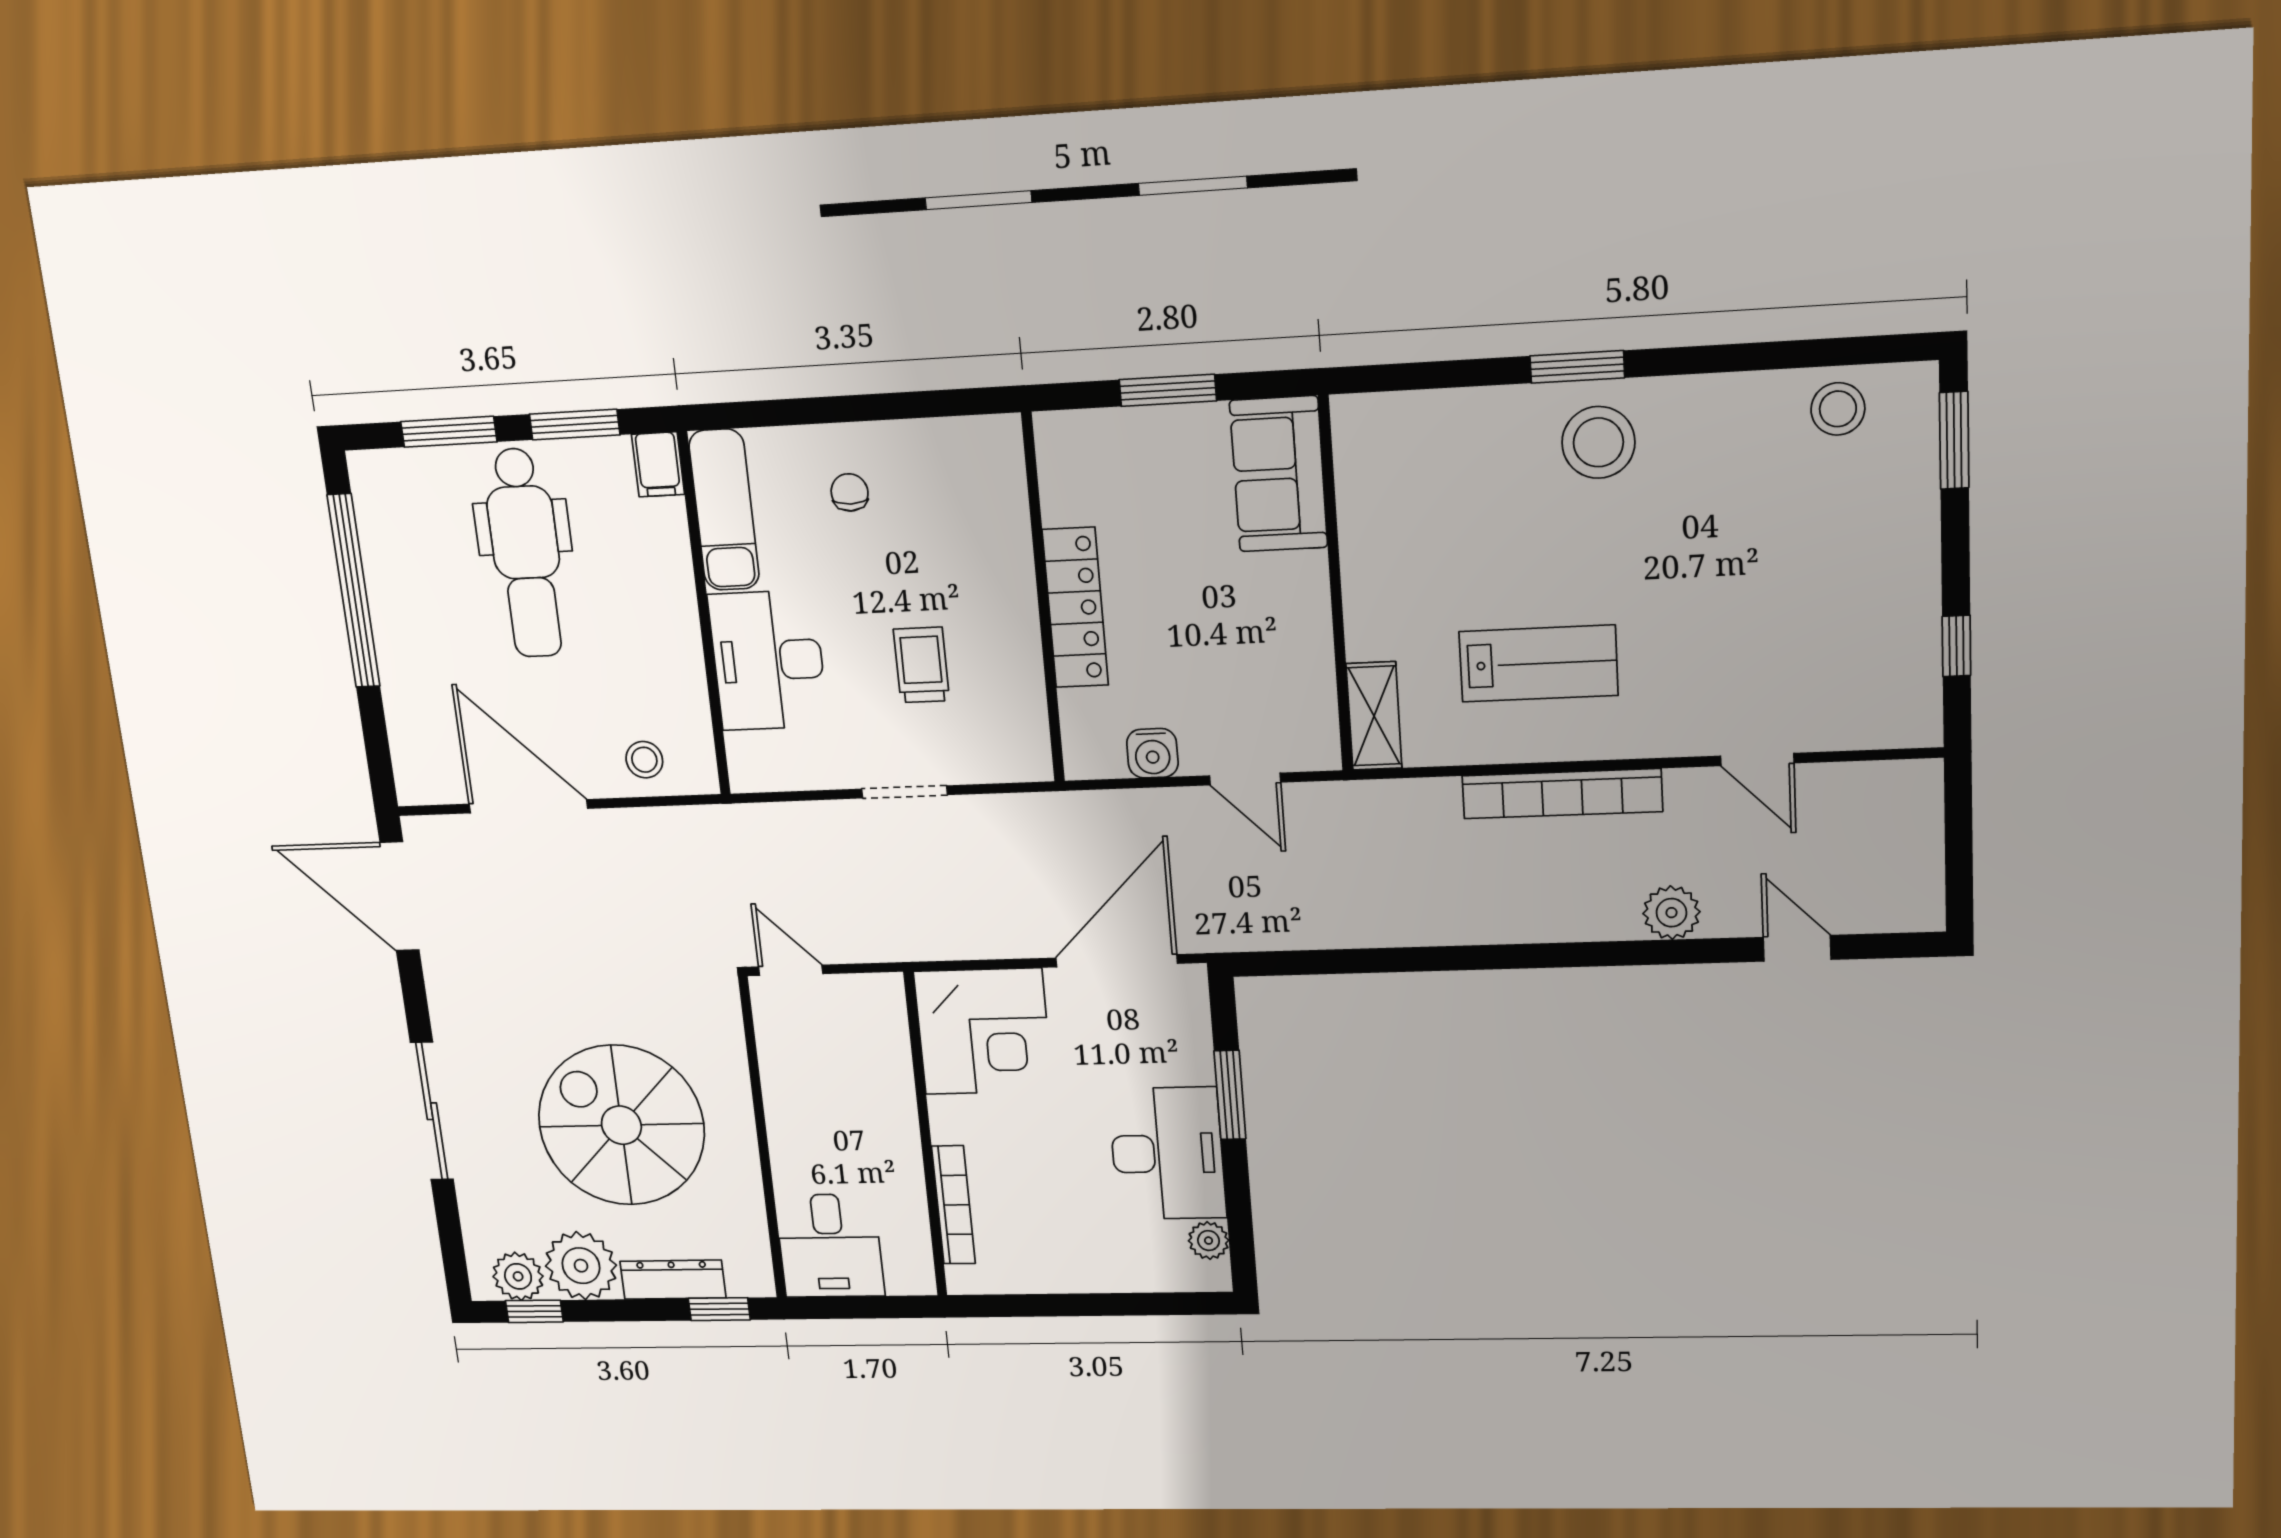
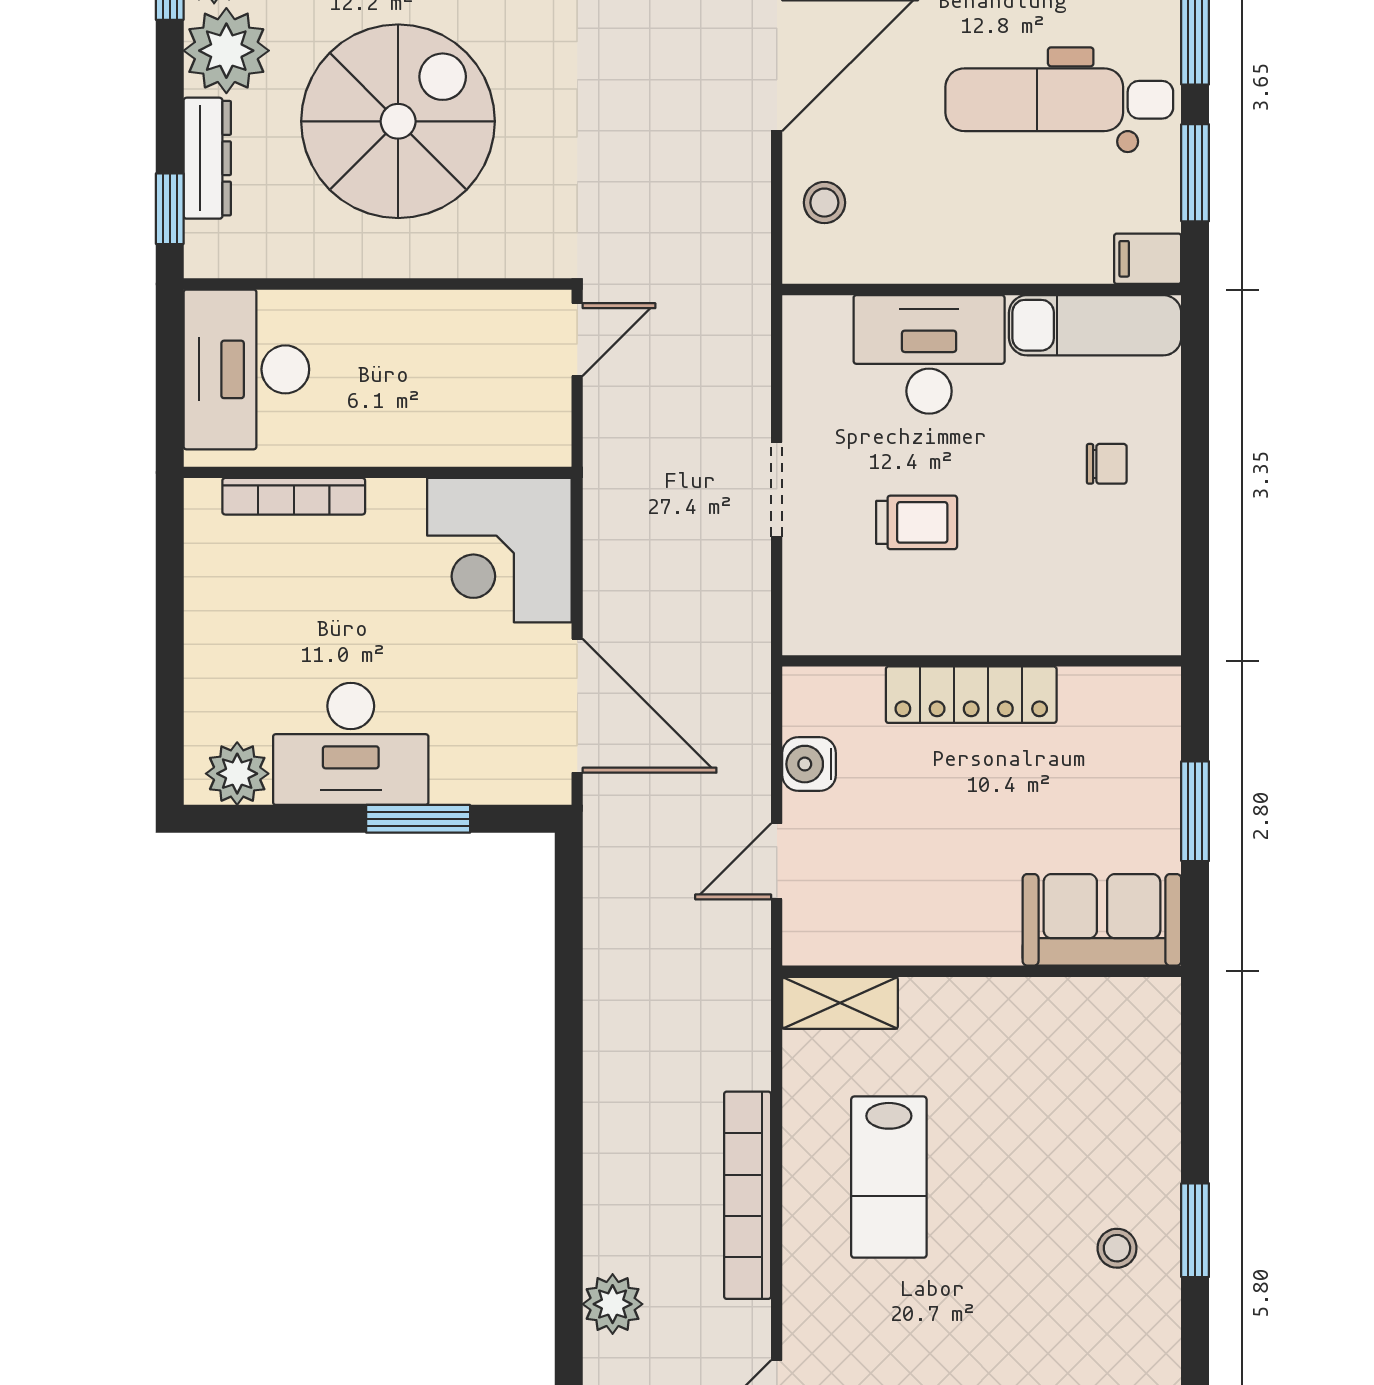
stool: (1598, 442) -> (1117, 1248), width x0.53, depth x0.53
plant: (1209, 1241) -> (237, 774), width x1.38, depth x1.38
desk: (830, 1246) -> (246, 369), width x1.37

